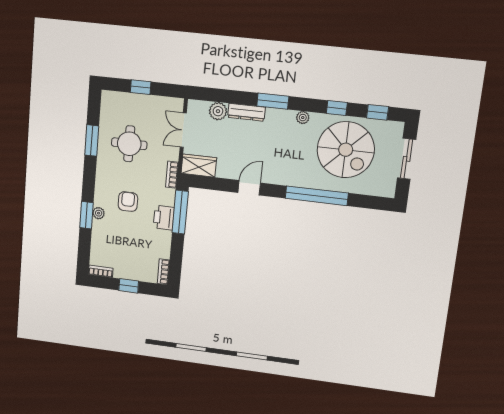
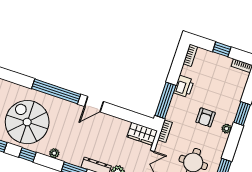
door: (249, 188) -> (94, 104), moved
plant: (99, 213) -> (227, 129), moved
printer: (164, 218) -> (184, 86), moved

